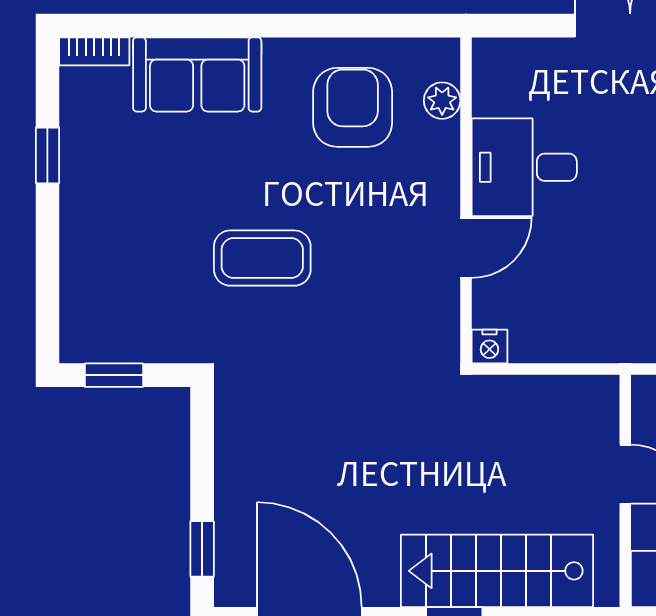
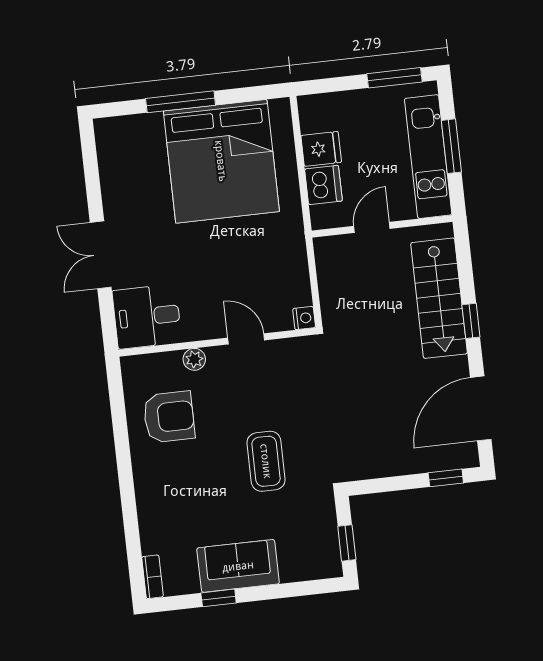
sofa: (197, 74) -> (238, 566), moved, turned -90
plant: (442, 101) -> (194, 359), moved
armchair: (353, 107) -> (169, 417), turned 180
desk: (524, 167) -> (147, 316), moved, turned 90

